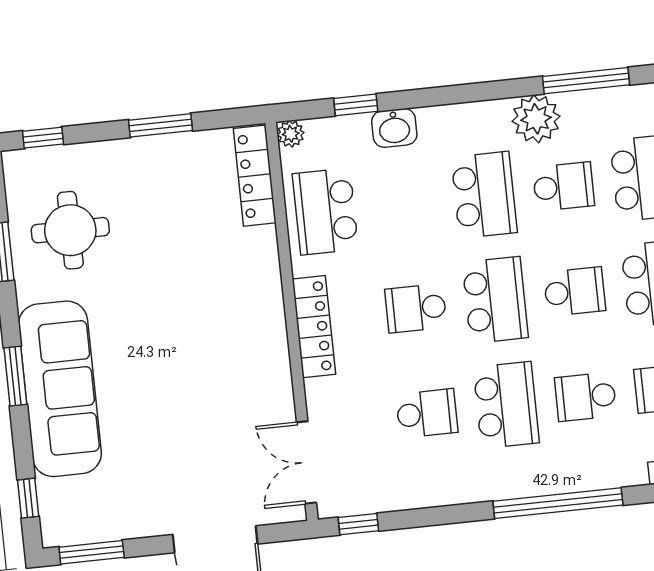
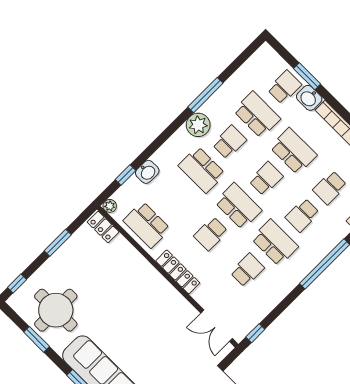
locker: (255, 176) -> (103, 227), width x0.66
school desk: (484, 195) -> (202, 170), turned 180
round table: (70, 230) -> (56, 310), width x1.36, depth x1.36

